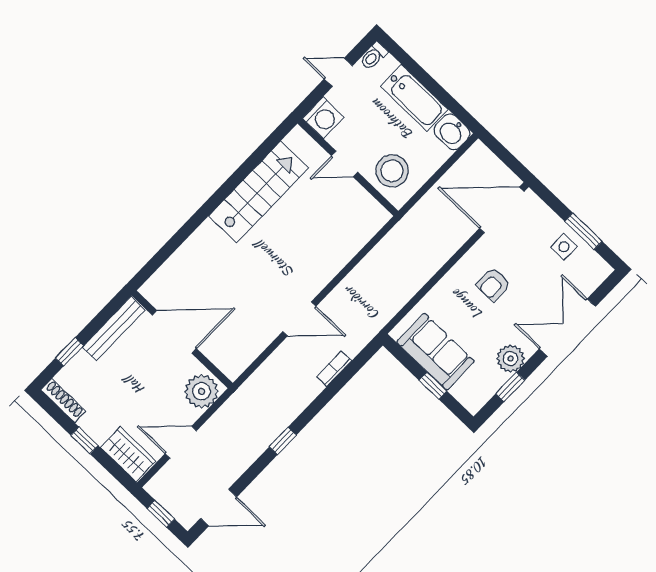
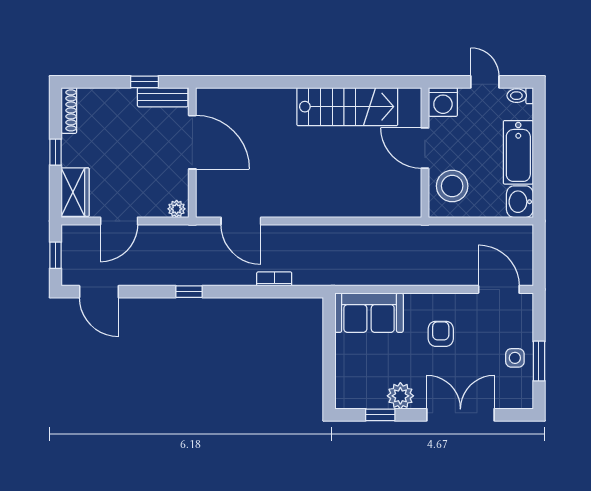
door: (345, 164) -> (425, 148), width x1.38
door: (502, 210) -> (499, 289), width x0.73
armchair: (493, 285) -> (441, 334), turned 90
door: (299, 319) -> (241, 221), moved
bench: (114, 329) -> (163, 97), width x0.73
window: (70, 352) -> (144, 82), moved
sofa: (435, 352) -> (369, 313), moved, turned 90
window: (433, 386) -> (329, 360), removed
plant: (202, 391) -> (177, 209), width x0.53, depth x0.53
door: (181, 442) -> (119, 221), swing flipped

